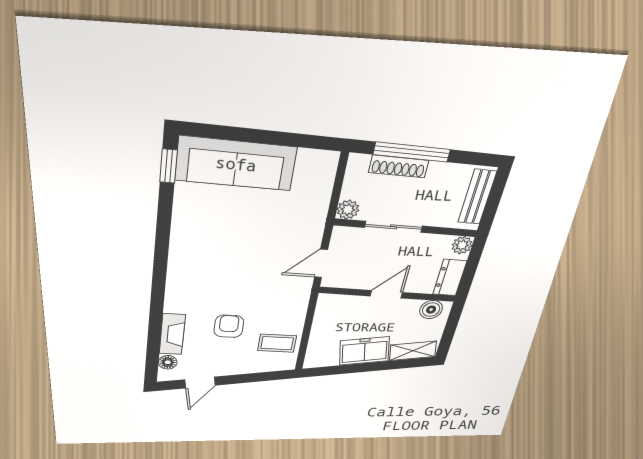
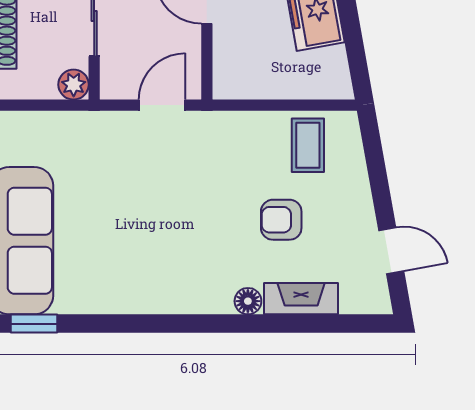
door: (321, 263) -> (162, 105), swing flipped
floor lamp: (168, 362) -> (248, 301), moved

